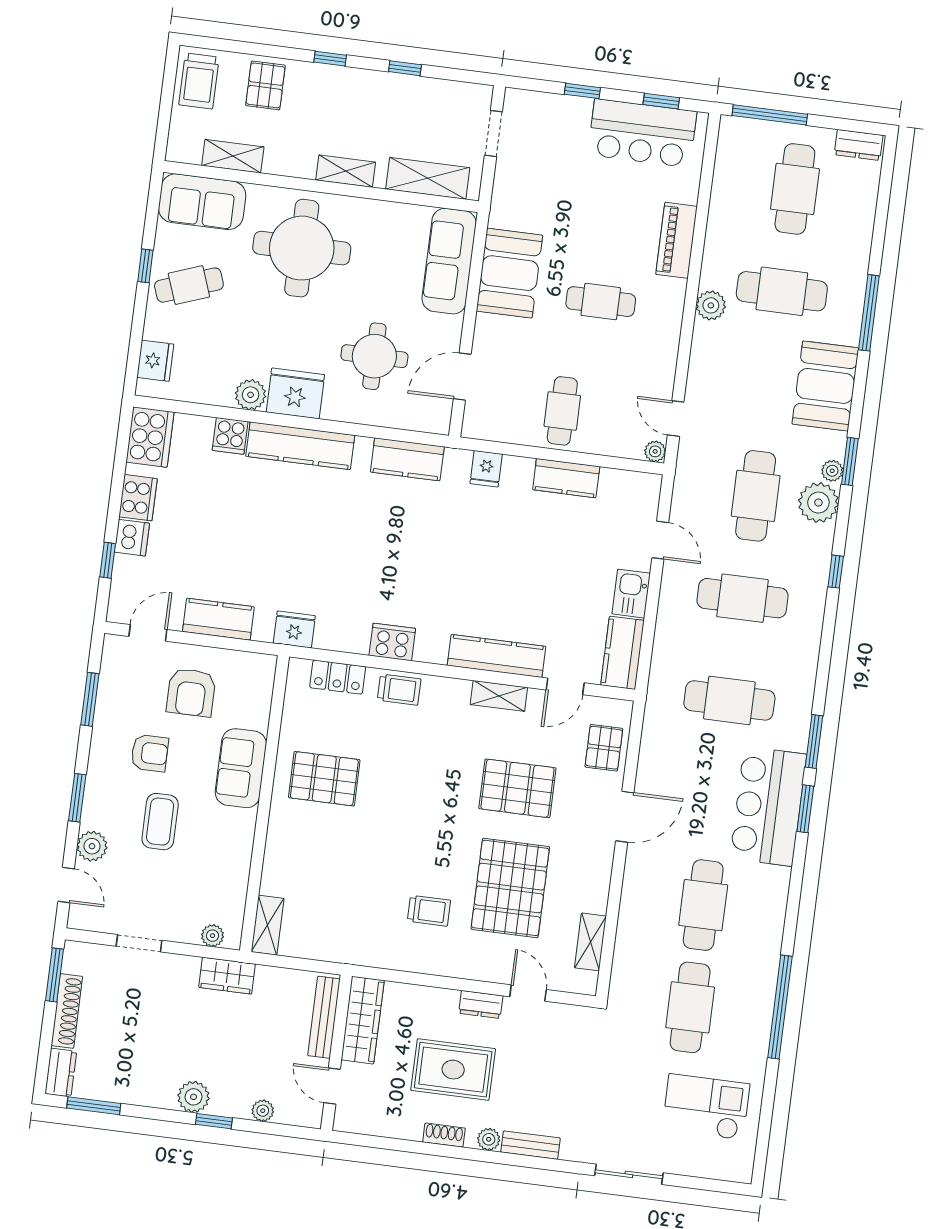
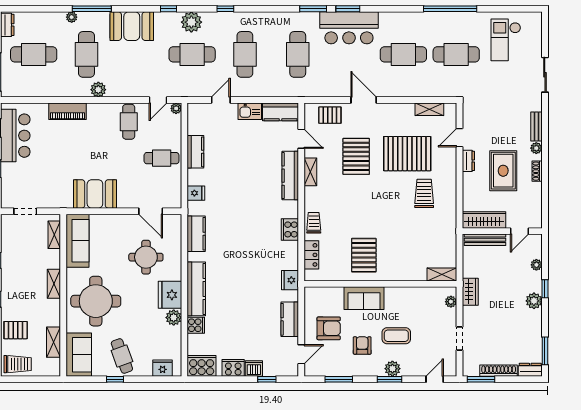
shelving: (428, 178) -> (54, 235), width x0.67, depth x0.75
sofa: (449, 261) -> (77, 241), moved, turned -90
cafe table: (601, 302) -> (129, 122), moved
window: (850, 461) -> (168, 9), width x0.67
plant: (832, 471) -> (72, 17), moved
door: (148, 633) -> (301, 354), swing flipped
plant: (92, 846) -> (392, 369), moved
trolley: (429, 911) -> (424, 193), width x1.36, depth x1.39

